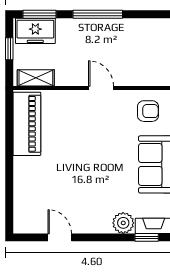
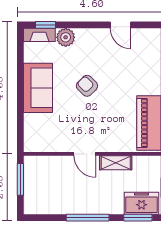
shelving: (36, 78) -> (116, 163), moved
armchair: (148, 111) -> (87, 86), moved, turned 46

